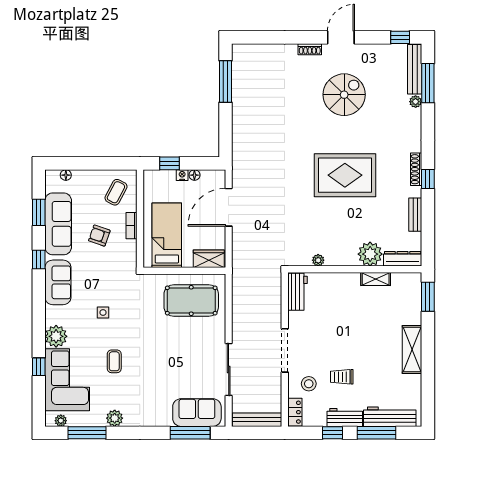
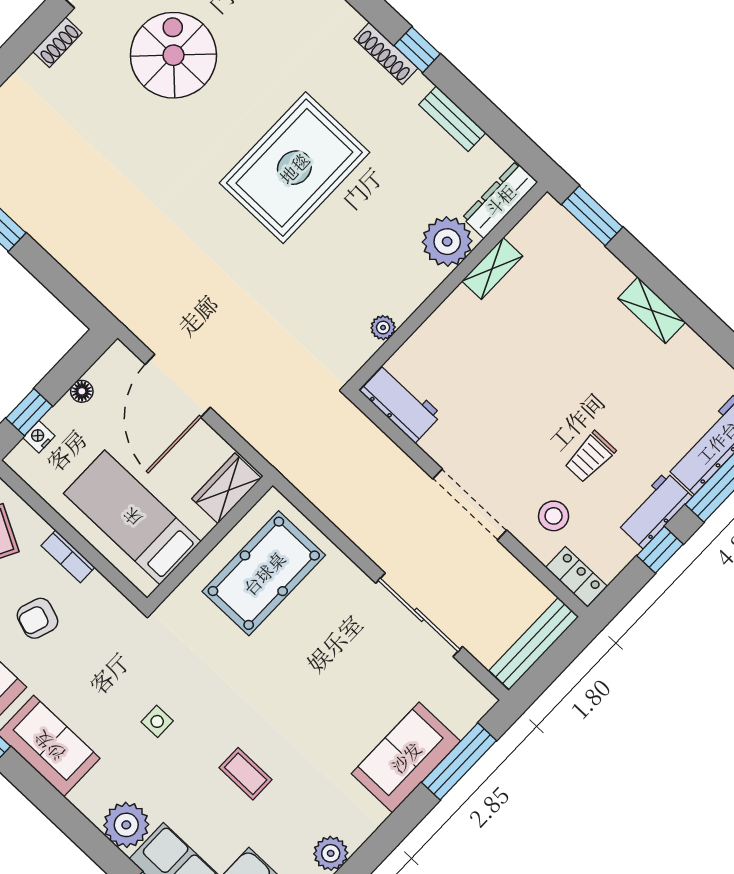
nightstand: (182, 175) -> (39, 437), moved
shelving: (412, 349) -> (652, 310), width x0.67, depth x0.75
sofa: (197, 413) -> (406, 757), moved

